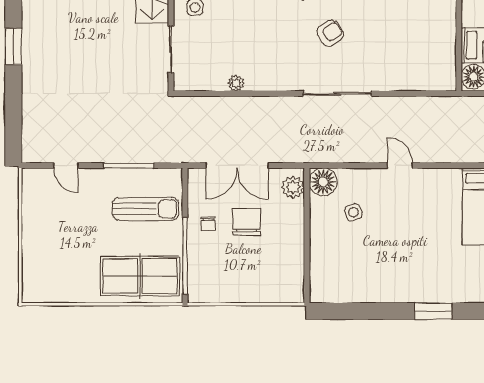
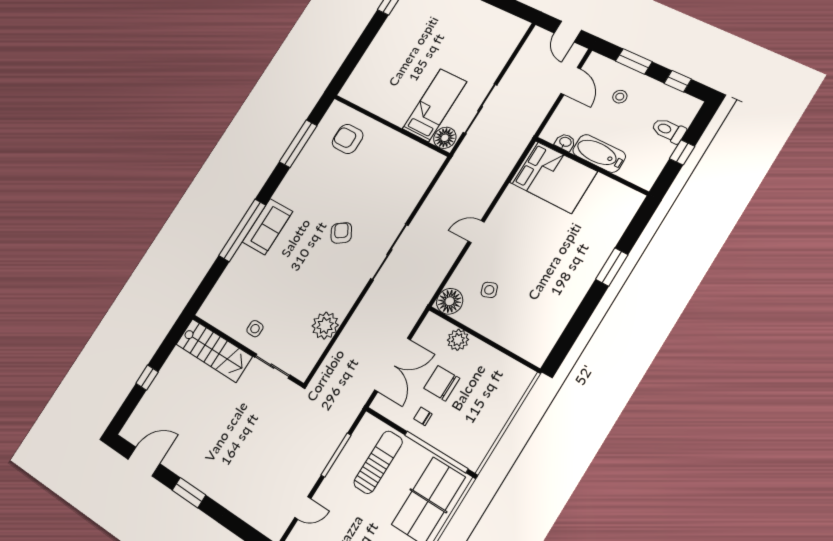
plant: (236, 83) -> (325, 326), width x1.88, depth x1.88
plant: (293, 187) -> (458, 340), moved
chair: (208, 224) -> (423, 416), turned 180

